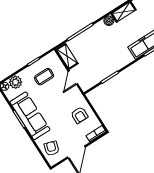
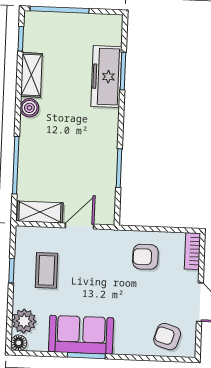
door: (73, 78) -> (79, 226), swing flipped
armchair: (79, 115) -> (145, 257), turned 180
sofa: (30, 116) -> (81, 335), width x0.73

